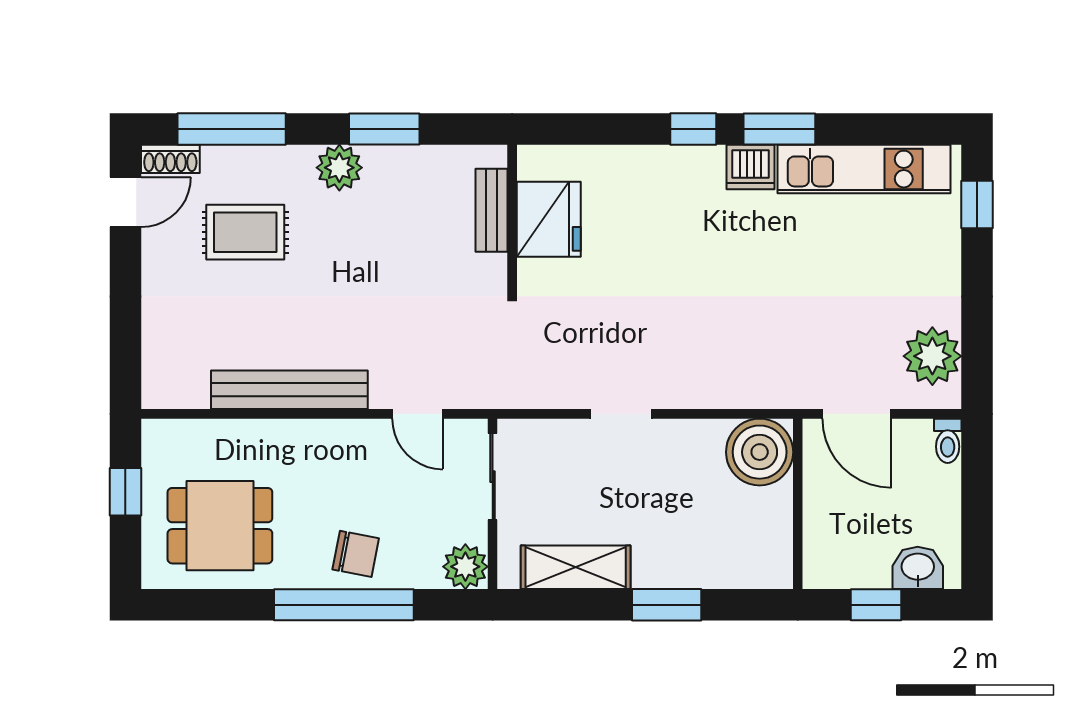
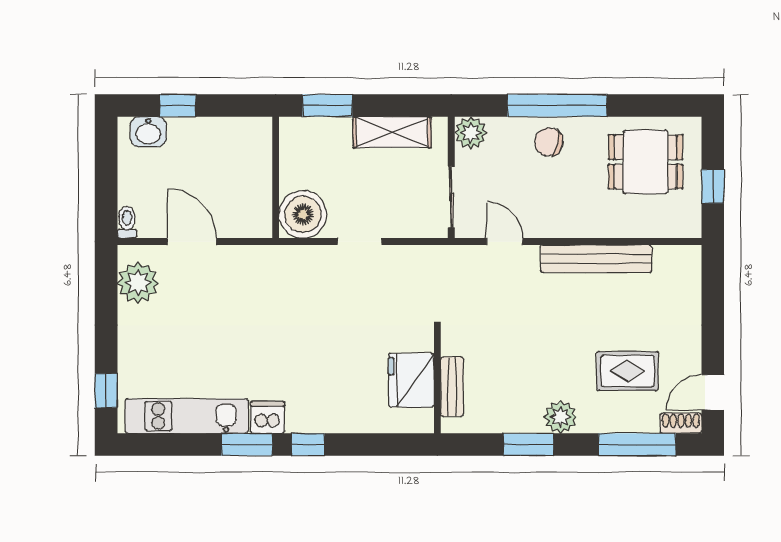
boiler: (760, 452) -> (303, 214), moved
wall: (798, 504) -> (276, 177), moved

